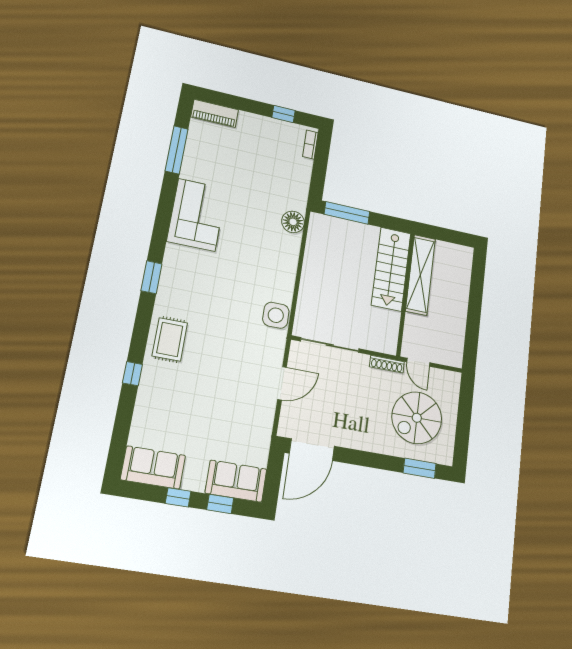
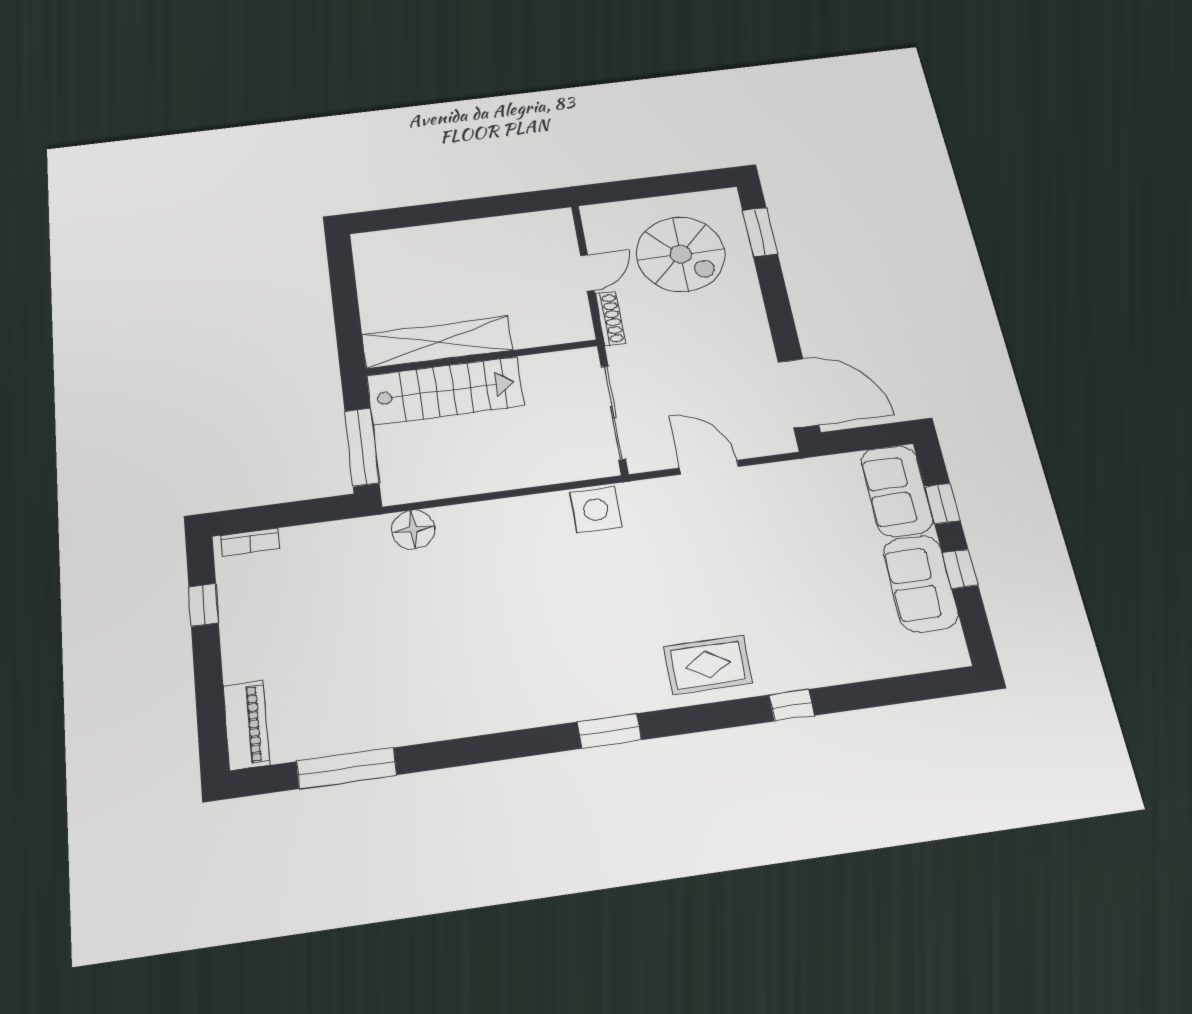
corner sofa: (197, 215) -> (462, 693), removed
stairs: (391, 269) -> (445, 391), moved
shelving: (420, 275) -> (437, 342), moved
wall: (405, 294) -> (482, 357), moved
sofa: (153, 467) -> (921, 583), moved

